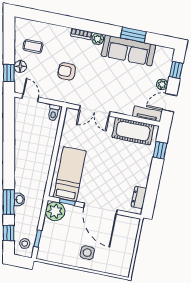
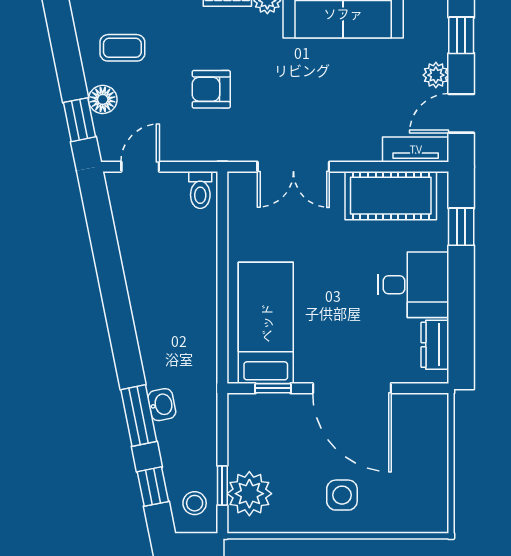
door: (30, 98) -> (140, 167), hinge flipped
desk: (135, 170) -> (413, 285), added
plant: (55, 211) -> (249, 494), moved

